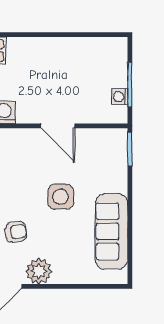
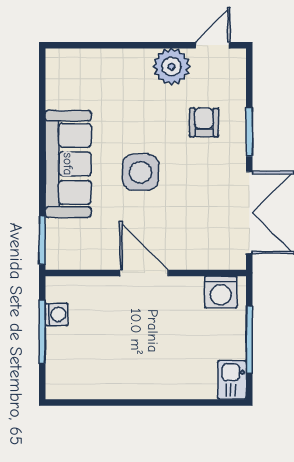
sofa: (112, 231) -> (68, 164), moved
armchair: (16, 232) -> (204, 122), turned 96

